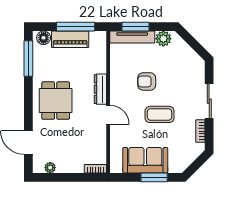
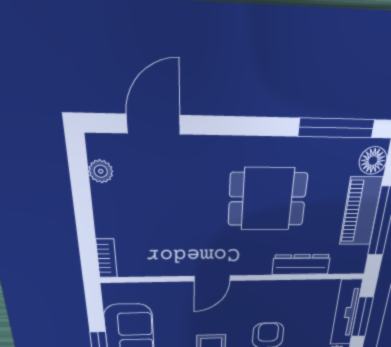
dresser: (100, 89) -> (301, 265), moved
dining table: (56, 101) -> (267, 199), moved

